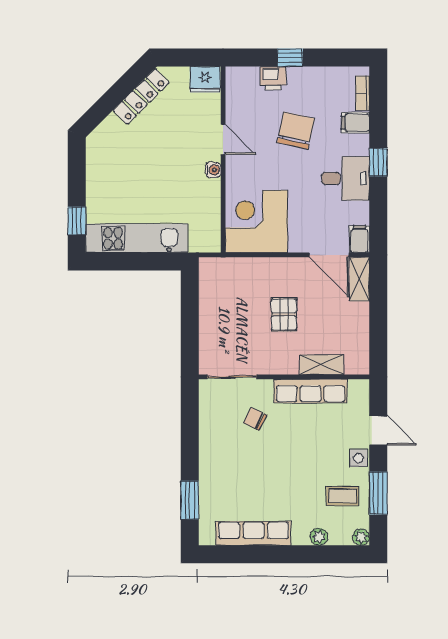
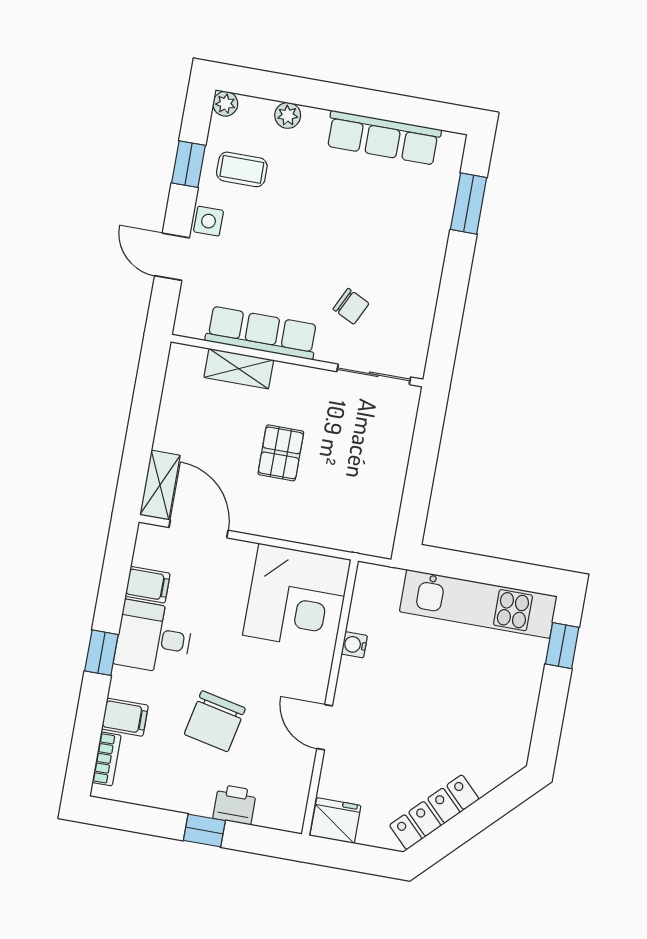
water cooler: (213, 170) -> (354, 645), moved
filing cabinet: (359, 239) -> (148, 585), moved, turned -90
window: (378, 493) -> (188, 164), width x0.67

